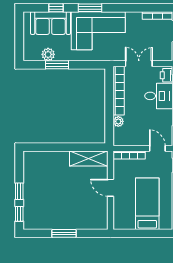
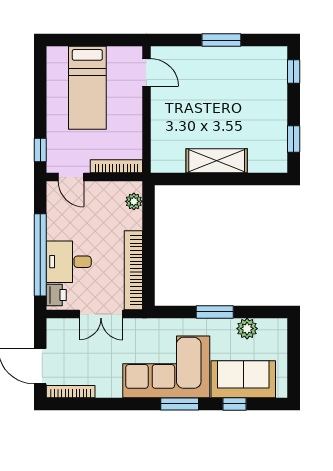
window: (57, 65) -> (215, 312), moved
plant: (118, 121) -> (134, 201), moved
shelving: (89, 159) -> (217, 161), moved
door: (111, 188) -> (146, 72), moved
window: (19, 191) -> (294, 139), moved

